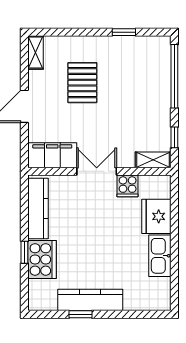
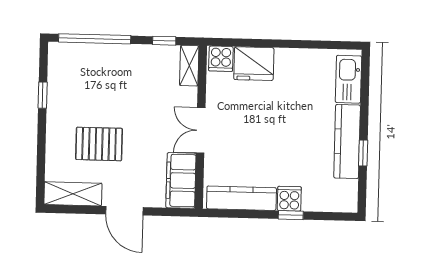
shelving: (36, 52) -> (73, 194), width x1.50, depth x1.33
cooker: (128, 186) -> (221, 59), moved, turned 90
kitchen sink: (160, 256) -> (348, 79), moved, turned 90
cooker: (42, 259) -> (289, 199), width x0.53, depth x0.76

